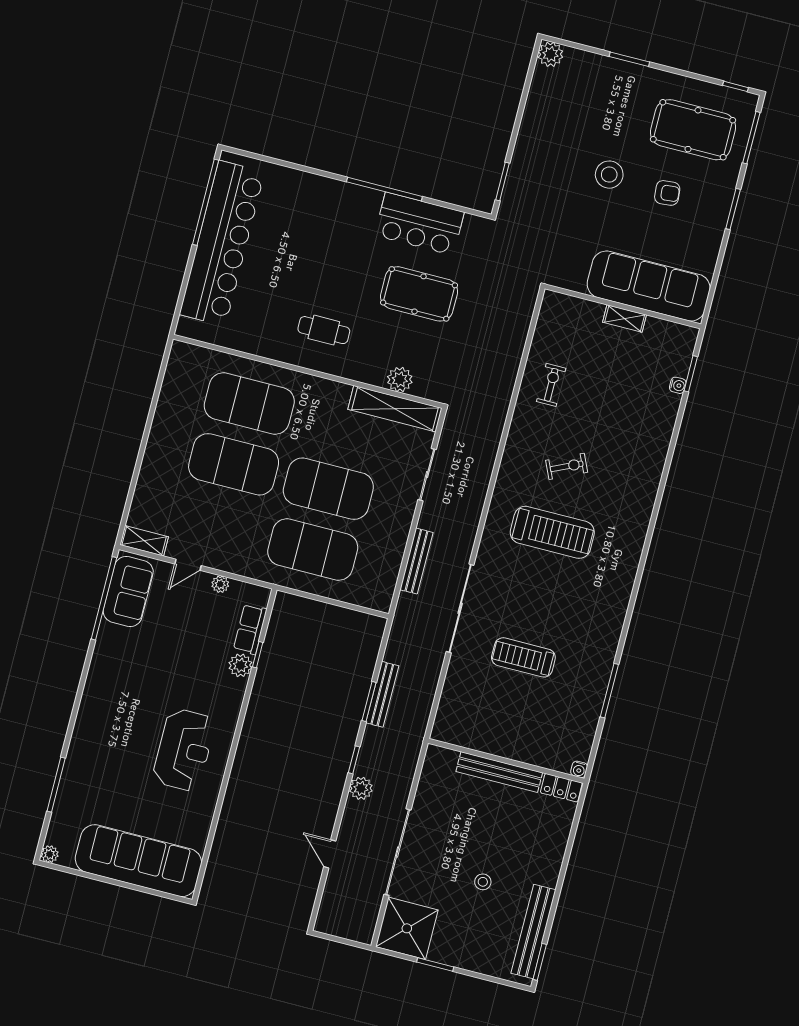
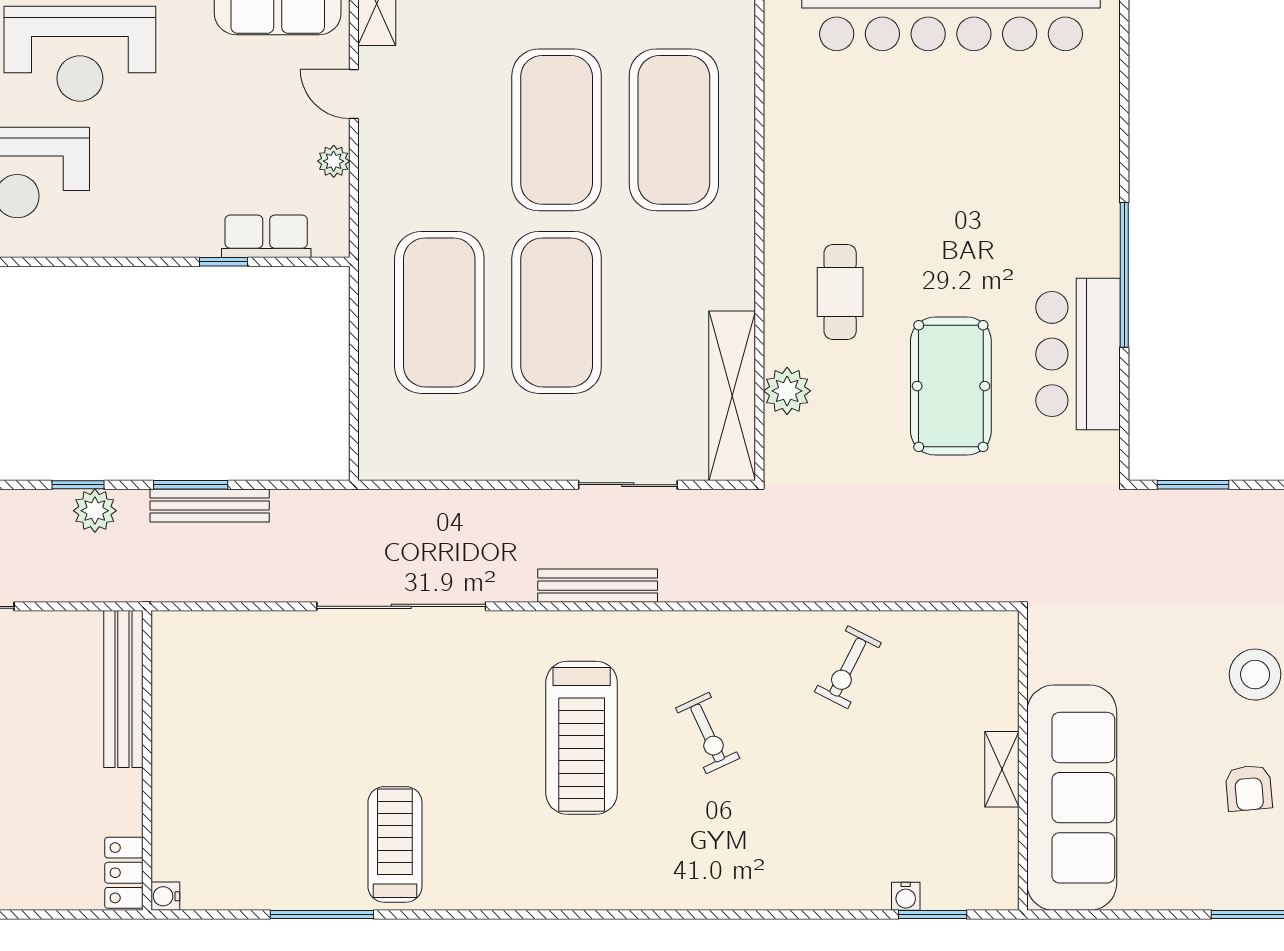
cafe table: (324, 330) -> (840, 292), moved
exercise bike: (551, 385) -> (848, 667), turned 117
bench: (416, 561) -> (598, 586), moved
treadmill: (523, 657) -> (395, 844), moved
plant: (240, 665) -> (196, 236), removed
reception desk: (131, 701) -> (80, 54), added
bench: (499, 772) -> (123, 689), moved
plant: (361, 788) -> (95, 511), moved

